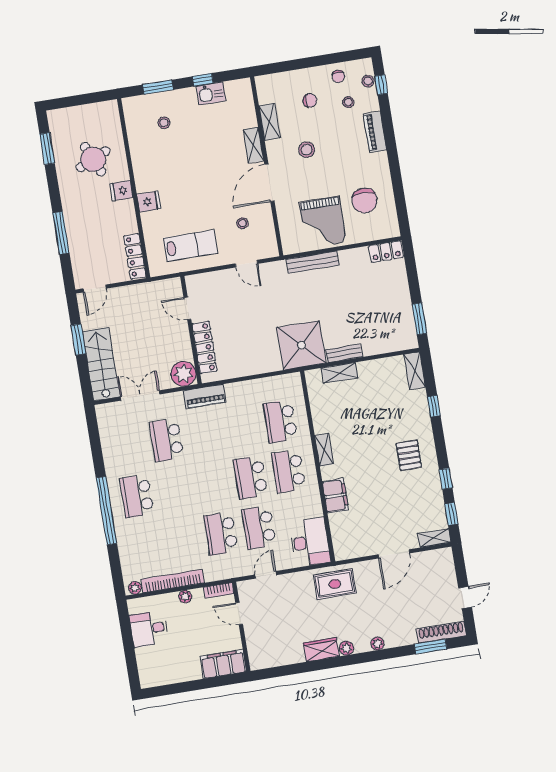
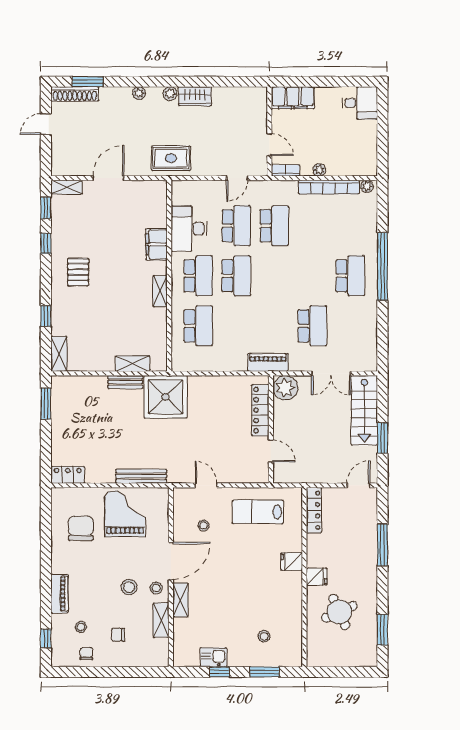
stool: (368, 81) -> (156, 588), moved
desk: (310, 542) -> (189, 229), moved
desk: (149, 629) -> (360, 103), moved

